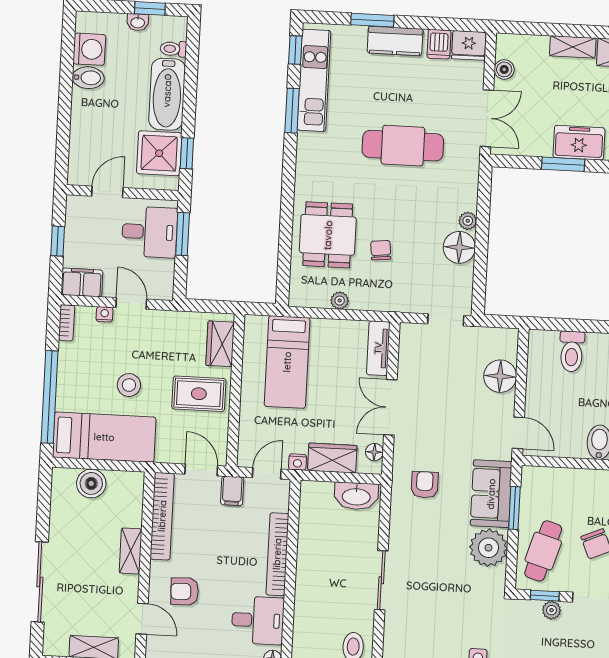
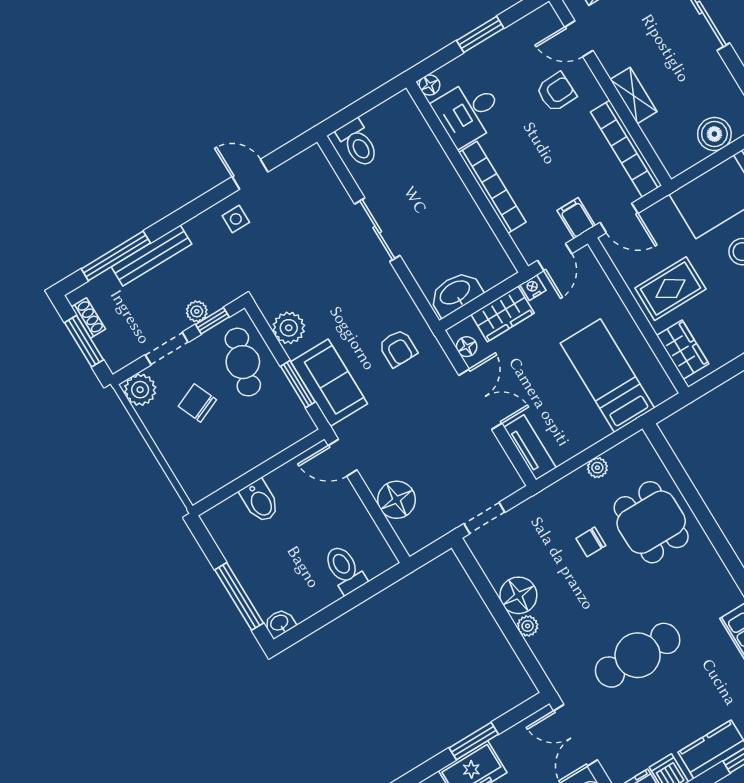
chair: (381, 250) -> (591, 542), turned 96
plant: (488, 548) -> (289, 328), width x0.73, depth x0.73

